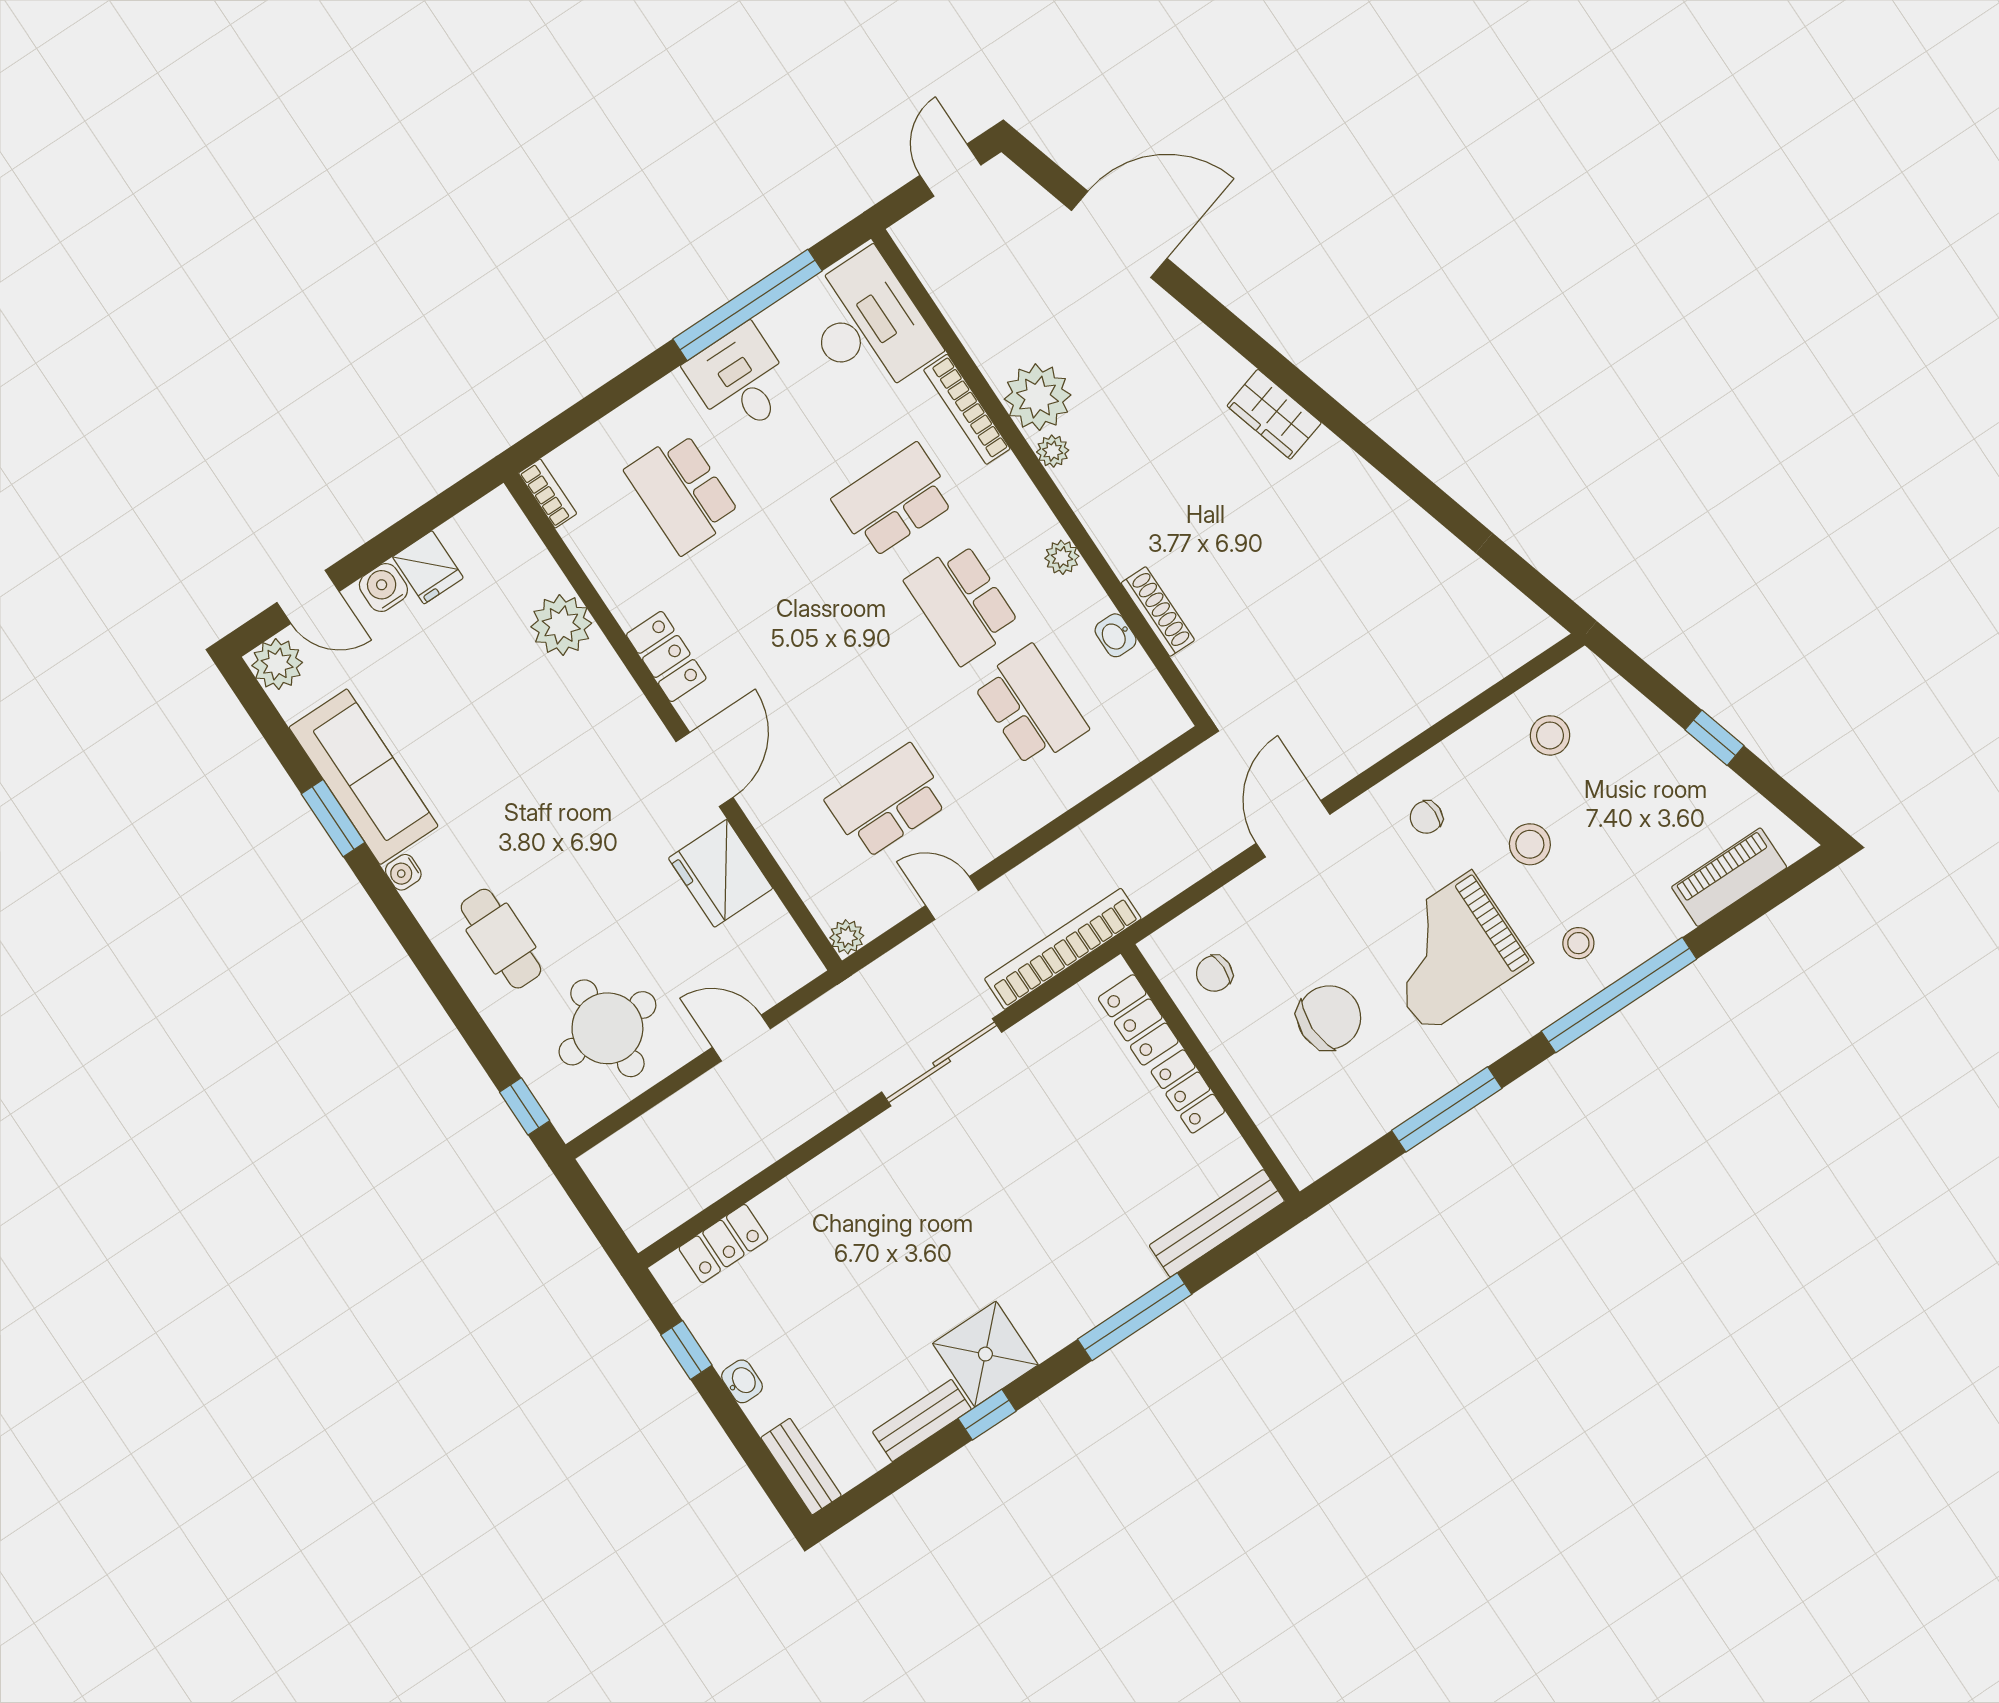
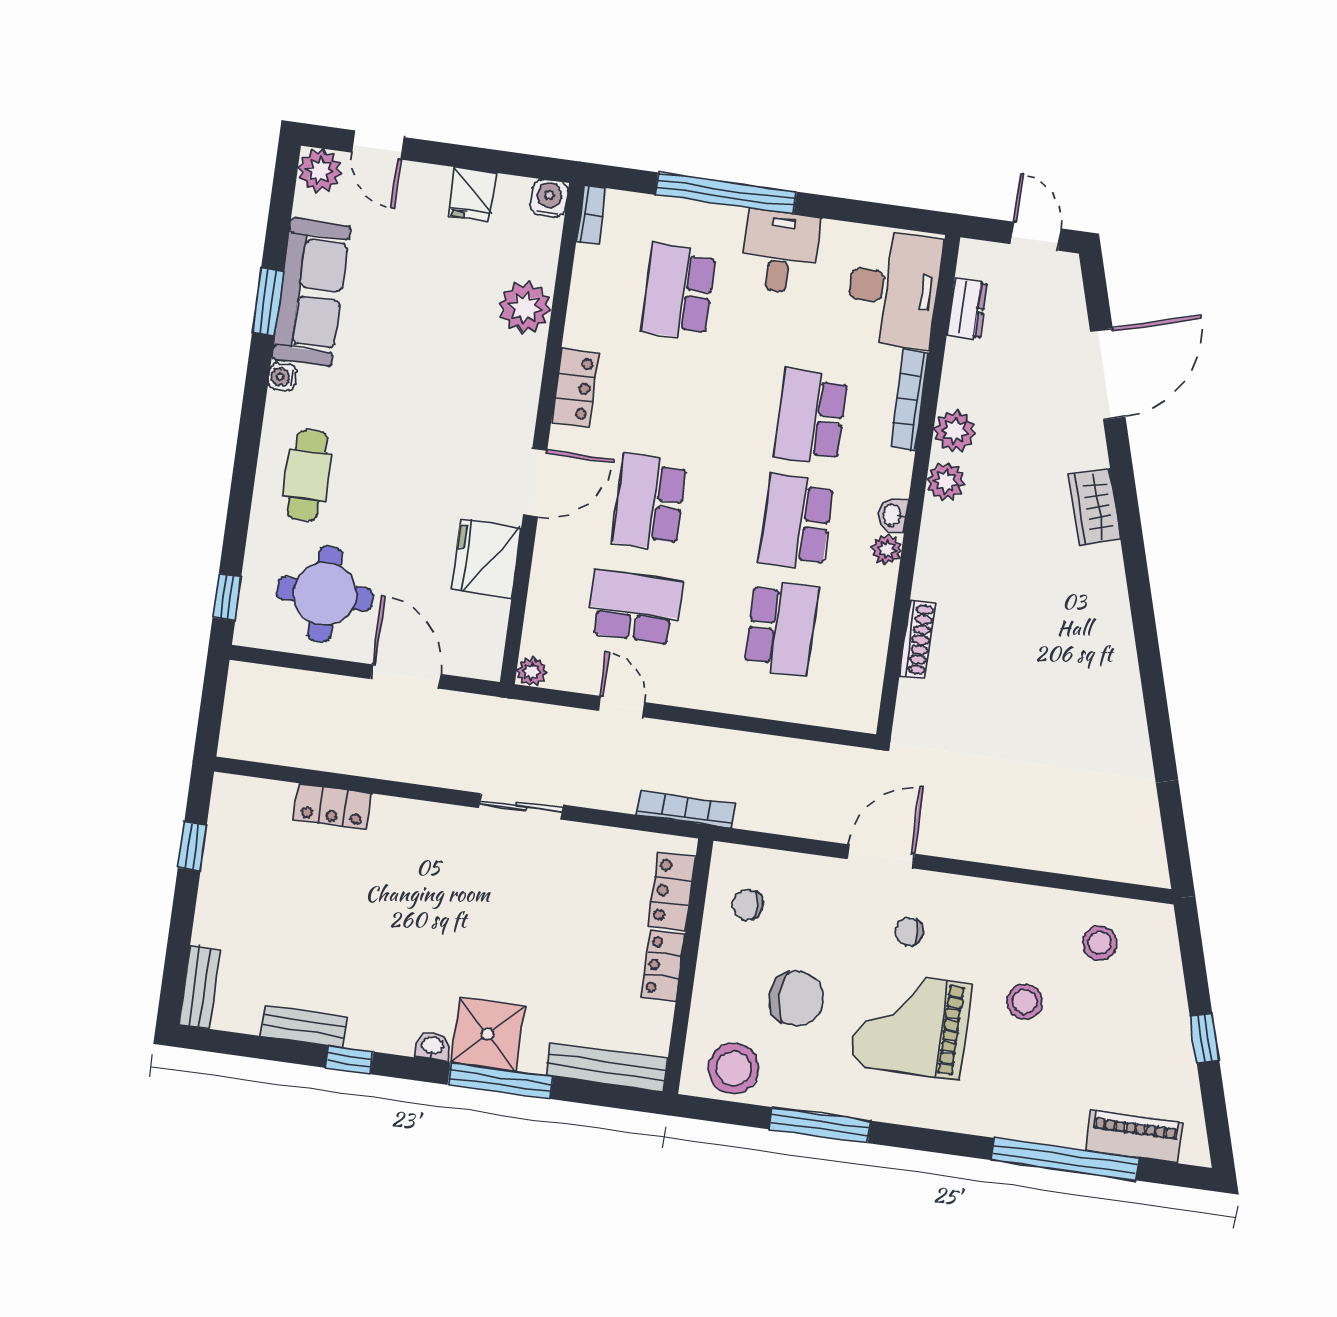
door: (950, 170) -> (1036, 236), hinge flipped
door: (1119, 234) -> (1108, 374), hinge flipped
dresser: (946, 286) -> (967, 309), added
window: (748, 305) -> (726, 193), moved
plant: (1038, 397) -> (955, 431), width x0.73, depth x0.73
wardrobe: (1274, 414) -> (1095, 507), moved
plant: (1053, 451) -> (946, 482), width x1.38, depth x1.38
school desk: (894, 501) -> (811, 417), turned -90
water cooler: (383, 588) -> (549, 198), moved
washbasin: (1116, 635) -> (893, 515), moved
school desk: (819, 699) -> (649, 502), added
chair: (1426, 817) -> (909, 932), moved
stool: (1578, 943) -> (734, 1068), moved, width x1.89, depth x1.89
bookcase: (1063, 949) -> (686, 809), width x0.68, depth x0.76
window: (1619, 995) -> (1065, 1159), moved
door: (741, 1038) -> (406, 677), width x1.38
sliding door: (942, 1062) -> (521, 806), width x0.73
locker: (723, 1244) -> (333, 807), moved
shower: (985, 1354) -> (488, 1034), moved
washbasin: (742, 1381) -> (433, 1046), moved, turned -90

